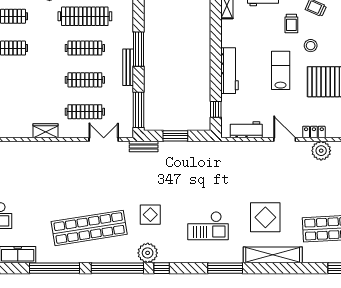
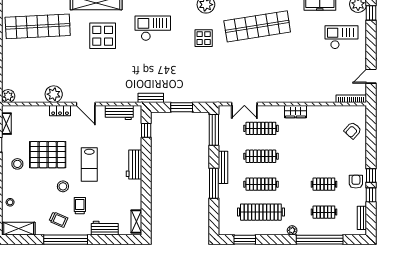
workbench: (230, 71) -> (134, 164), width x0.73
bench: (144, 147) -> (151, 98), moved

